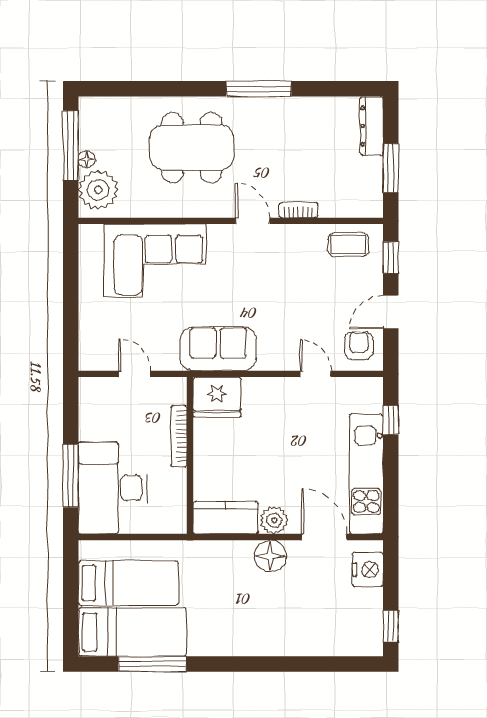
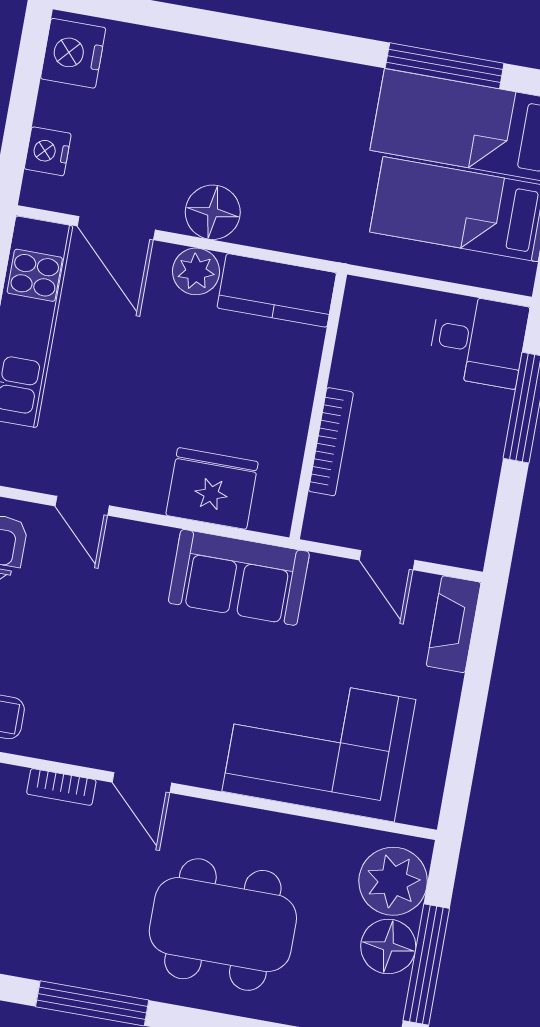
floor lamp: (87, 159) -> (388, 946), width x1.89, depth x1.89
fireplace: (90, 344) -> (454, 624), added
fridge: (217, 397) -> (212, 488), moved
desk: (113, 488) -> (478, 341), width x0.53, depth x0.77
nightstand: (368, 570) -> (48, 151), width x0.74, depth x0.75
window: (391, 626) -> (31, 58), removed
nightstand: (367, 633) -> (73, 53), added

